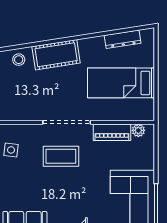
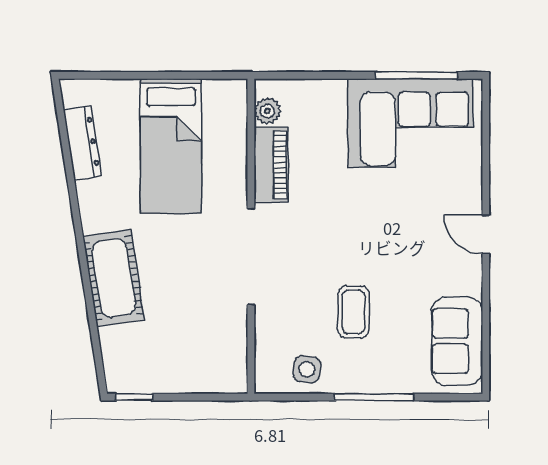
stool: (19, 60) -> (124, 354), removed
coffee table: (61, 156) -> (353, 312), moved, width x0.73, depth x0.77

